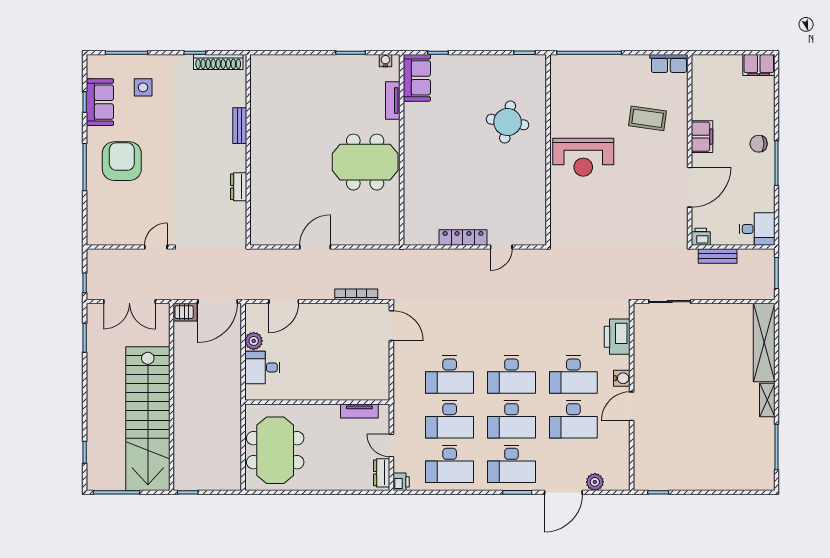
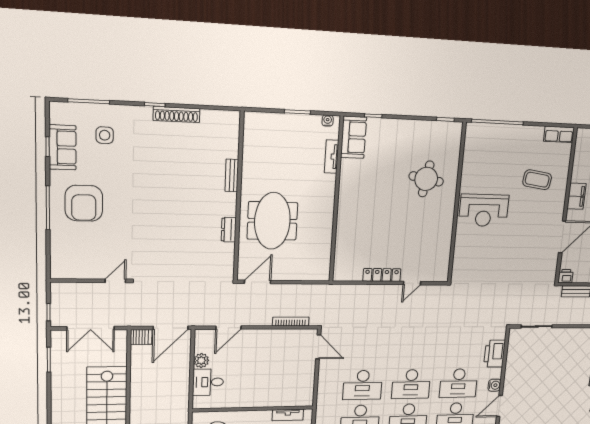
bench: (240, 126) -> (232, 175), moved
wall: (248, 150) -> (239, 197), moved
armchair: (122, 161) -> (84, 203), turned 180
meeting table: (365, 162) -> (272, 221), moved, turned 90
dresser: (239, 187) -> (229, 230), moved

